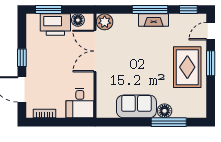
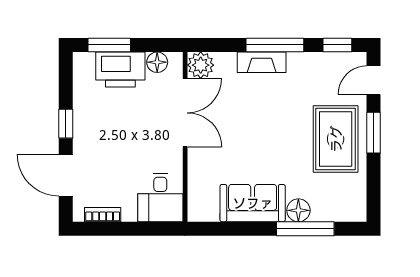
fireplace: (154, 20) -> (262, 62), moved
double door: (95, 51) -> (185, 113), swing flipped

